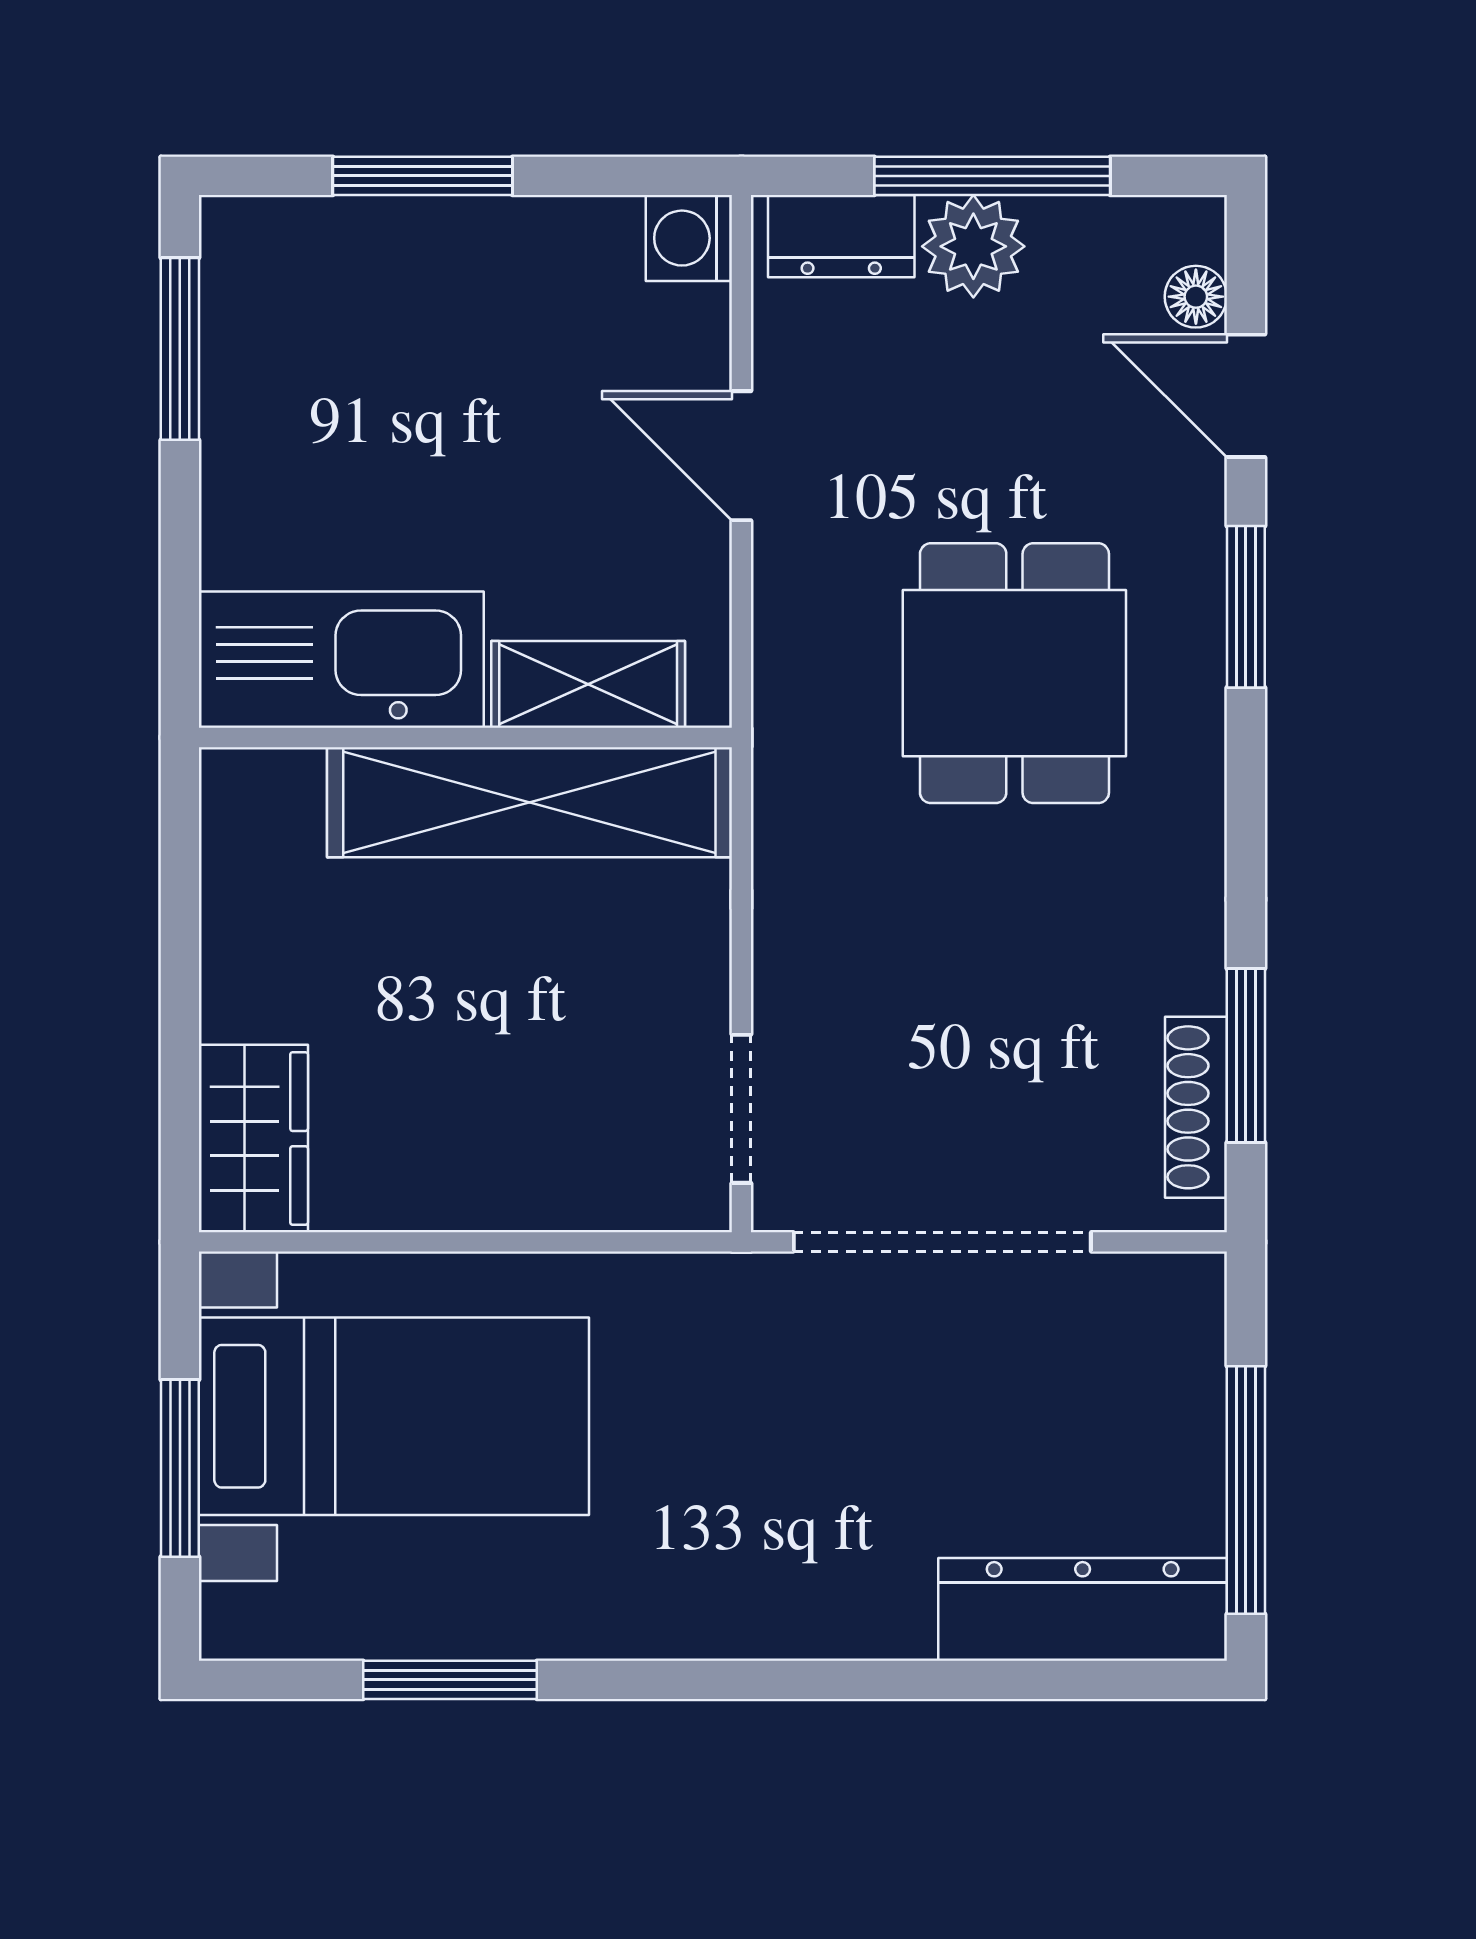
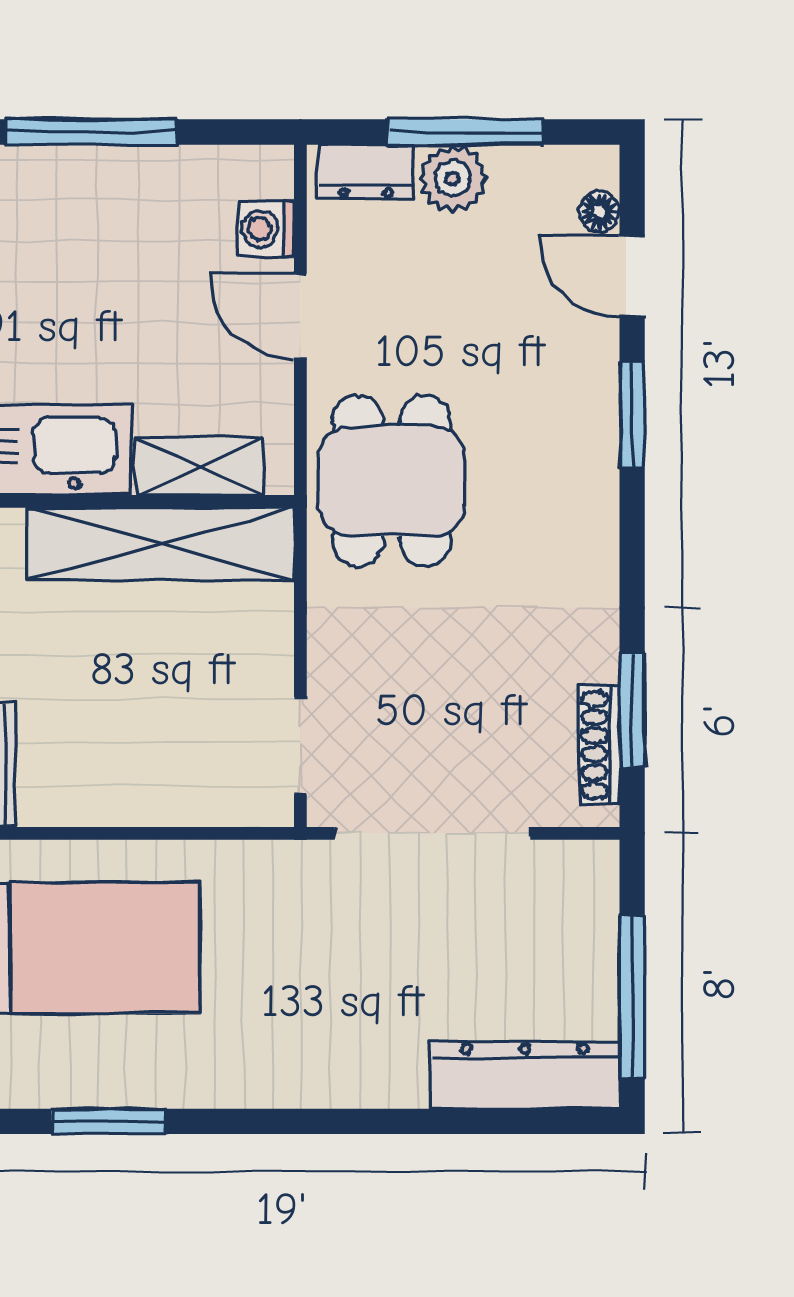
window: (423, 176) -> (91, 132), width x1.44
washing machine: (689, 238) -> (266, 229), moved
dining table: (1014, 673) -> (392, 481), moved

